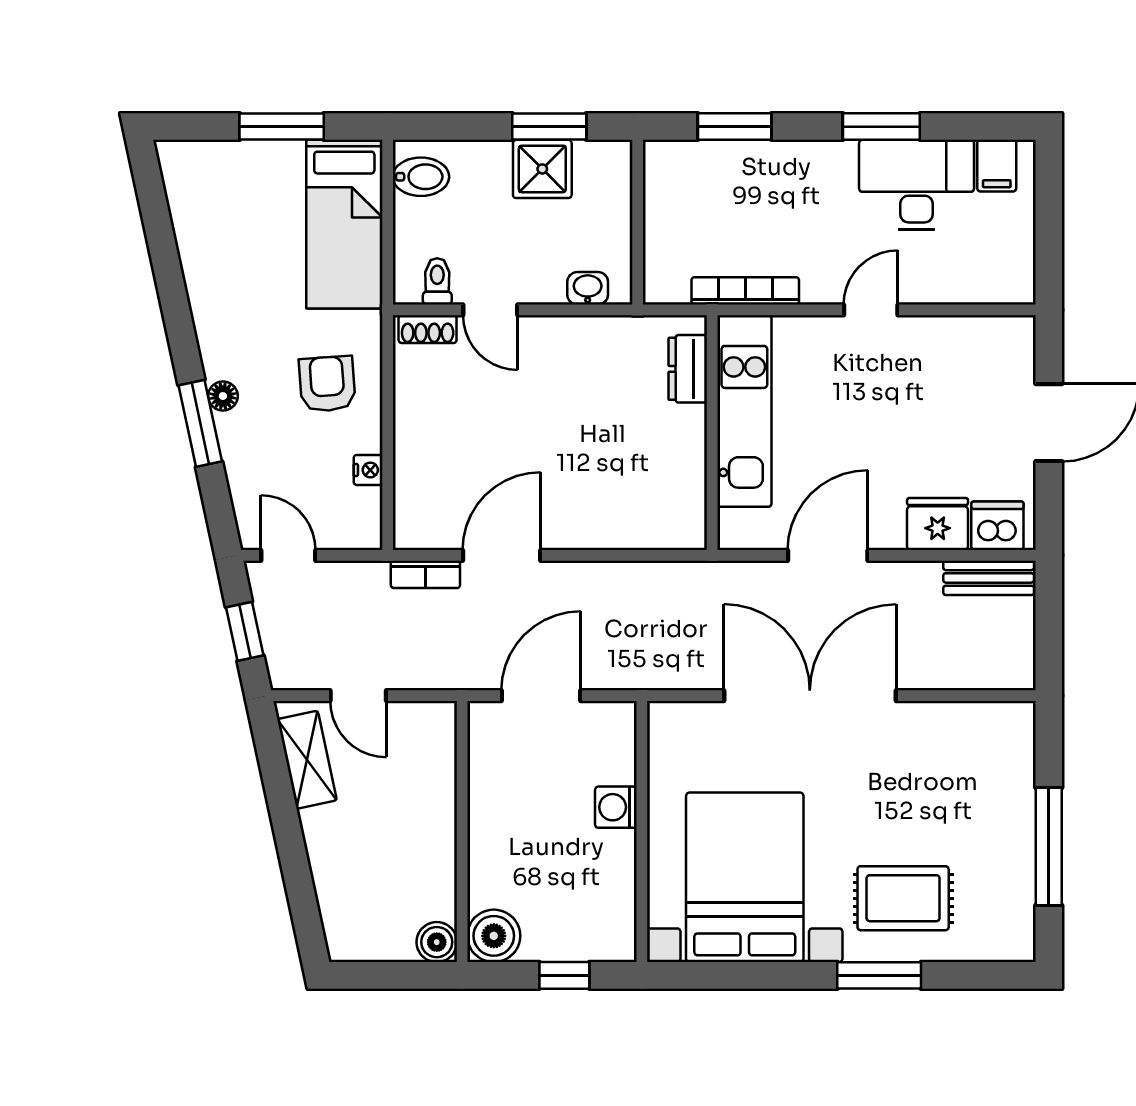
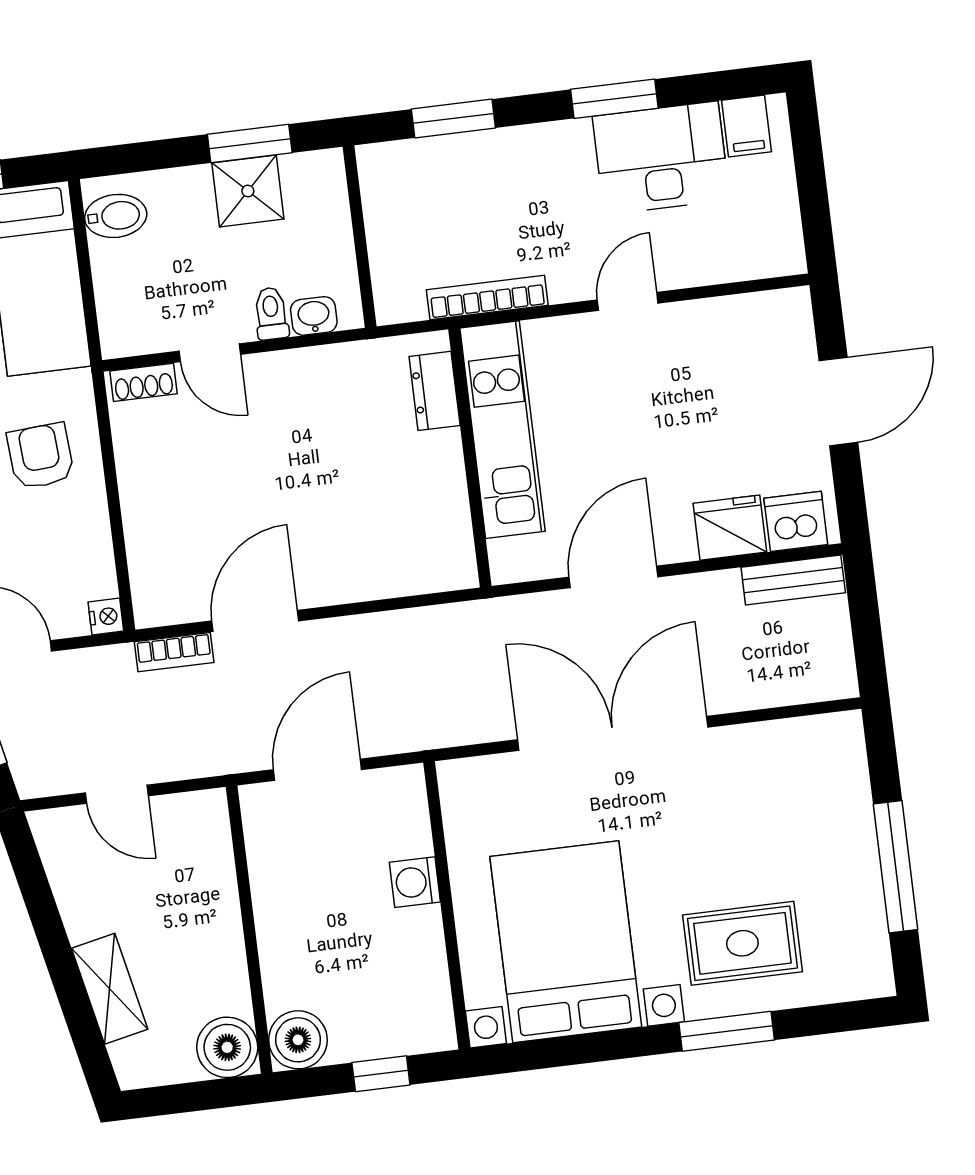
toilet: (437, 281) -> (271, 313), moved
nightstand: (368, 470) -> (106, 616), moved
shelving: (307, 760) -> (110, 989), moved
boiler: (437, 942) -> (227, 1047), width x1.36, depth x1.36

